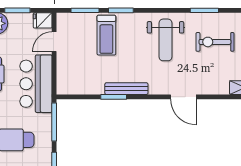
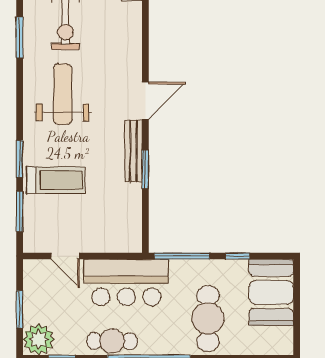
fridge: (43, 20) -> (34, 273), removed
weight bench: (165, 40) -> (63, 94), turned -90
door: (183, 97) -> (145, 101), moved

